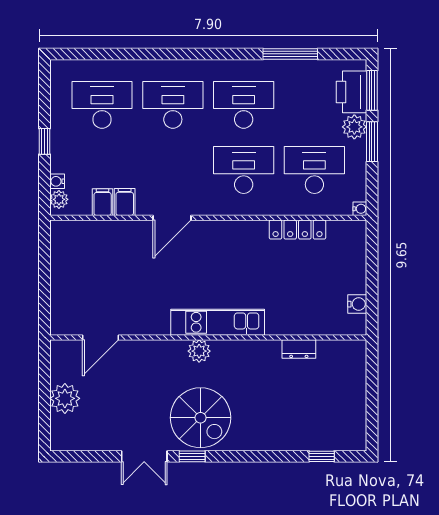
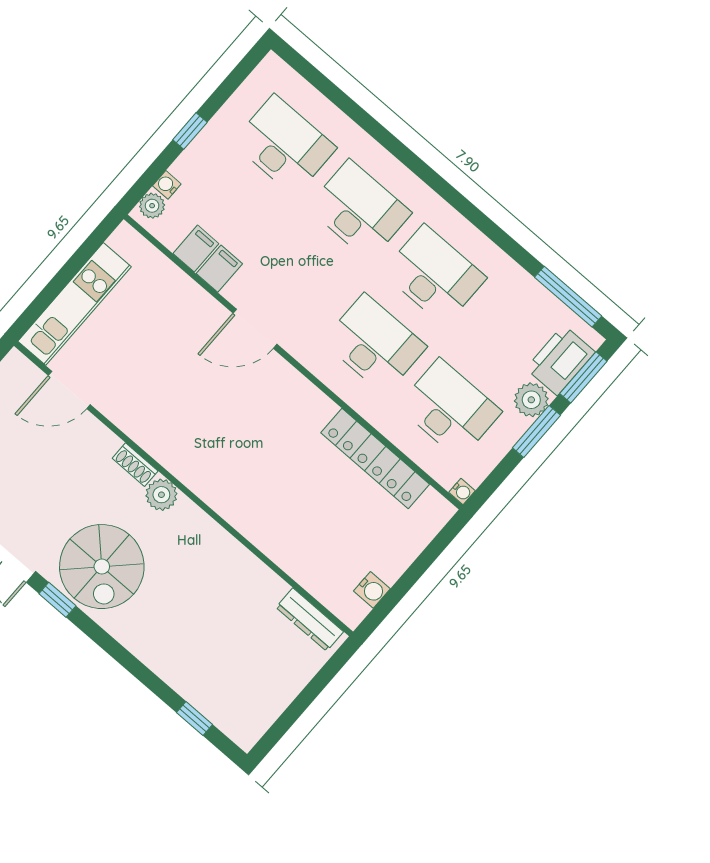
window: (290, 54) -> (568, 297), moved
locker: (298, 230) -> (375, 458), width x1.41, depth x1.21
kitchen unit: (218, 322) -> (74, 304), moved, turned 90
shoe rack: (171, 347) -> (135, 465), added
dresser: (299, 349) -> (310, 620), moved, width x1.44

